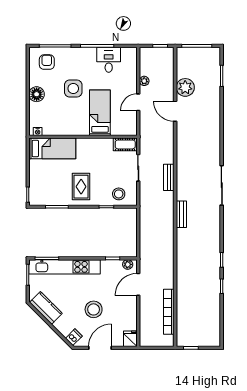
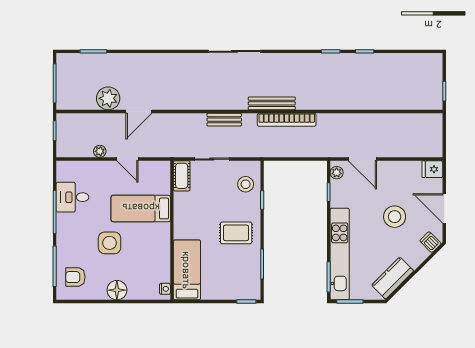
bench: (181, 214) -> (272, 103), width x1.36
bookcase: (169, 312) -> (287, 120), moved

